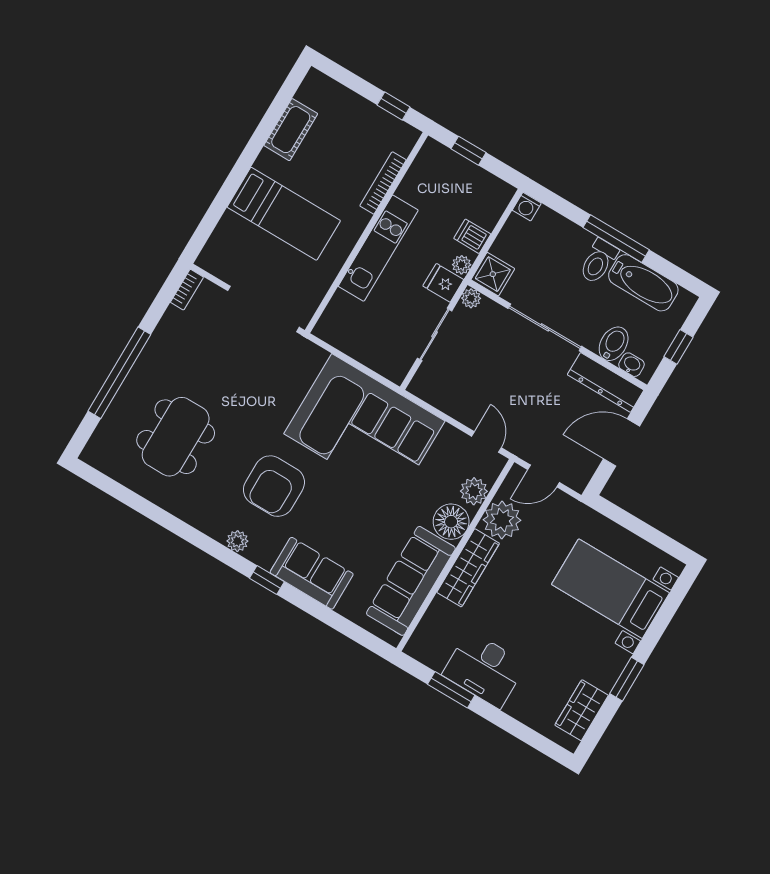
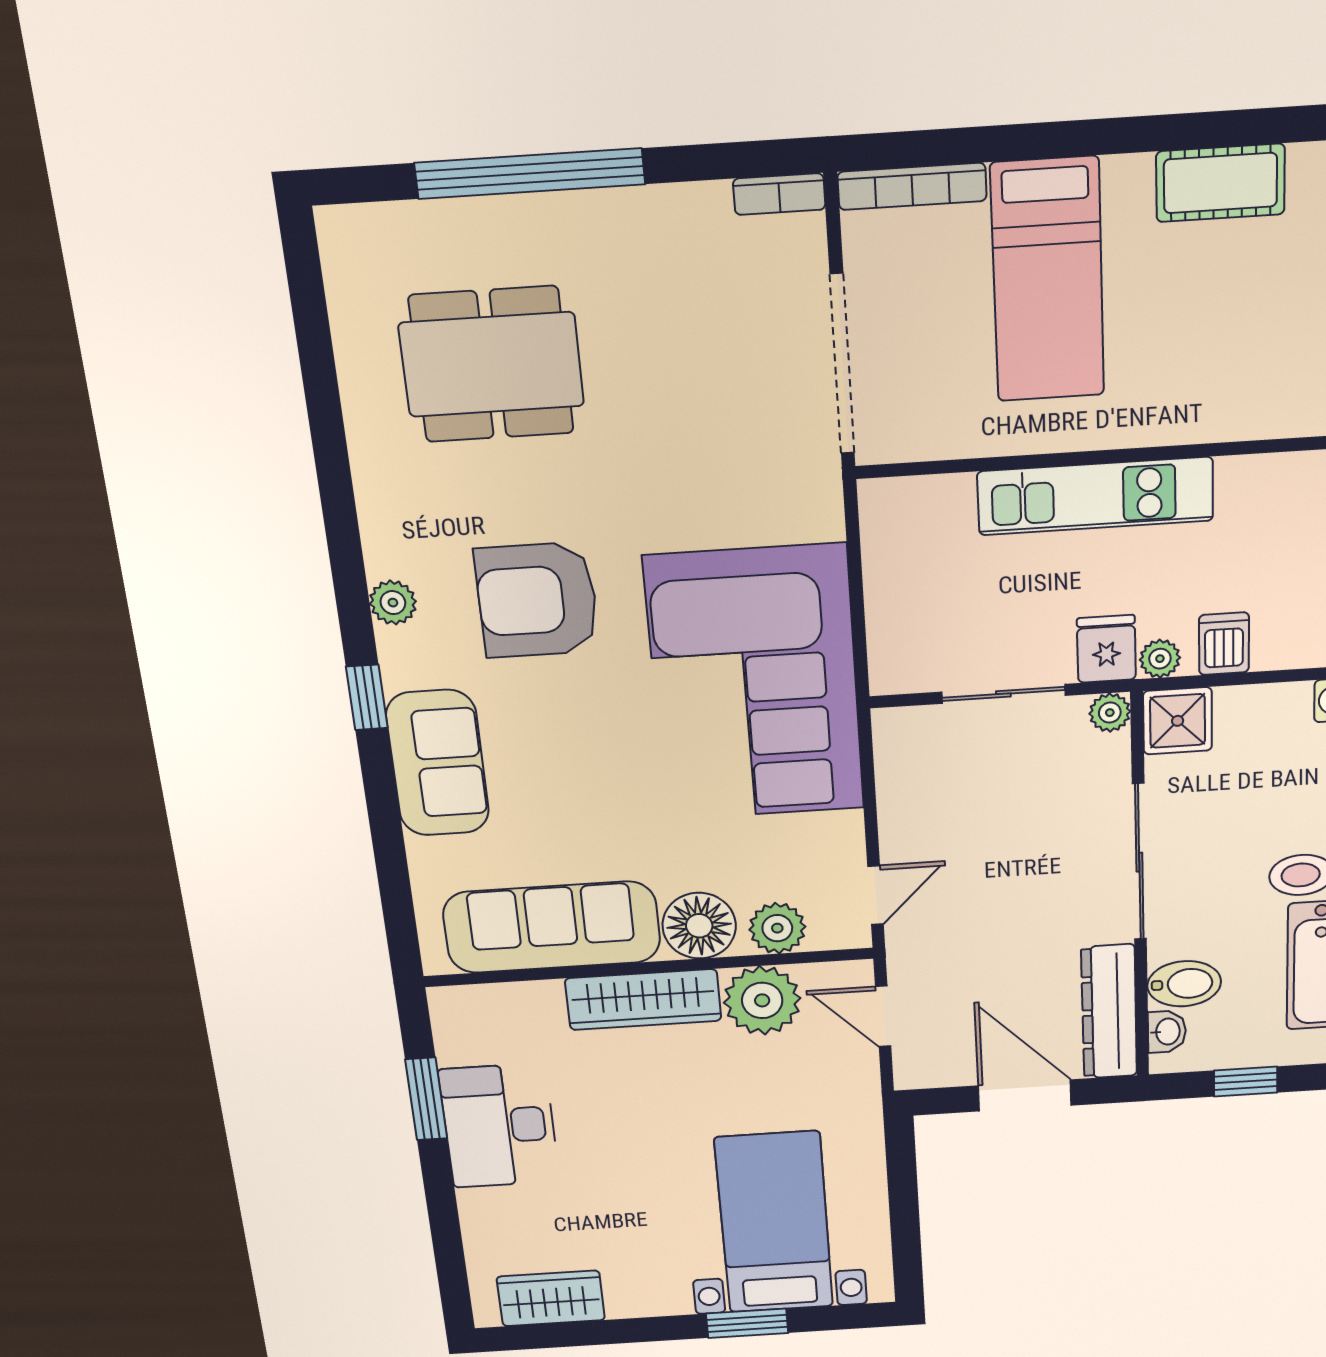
bookcase: (383, 183) -> (912, 186), moved, turned 180
window: (627, 679) -> (747, 1323), moved

